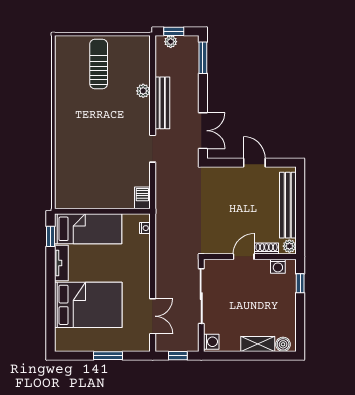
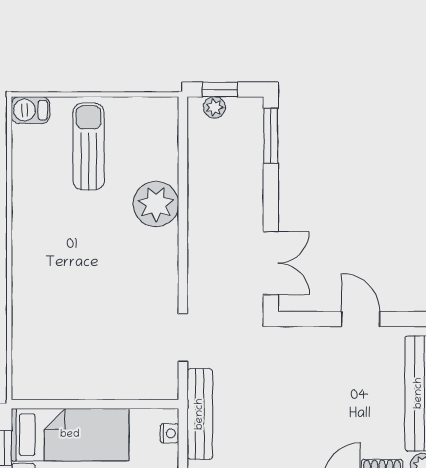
plant: (143, 91) -> (156, 204), width x1.88, depth x1.88
bench: (162, 103) -> (200, 414), moved
doorway: (153, 149) -> (183, 338), moved
barbecue: (142, 198) -> (31, 110), moved, turned -90

